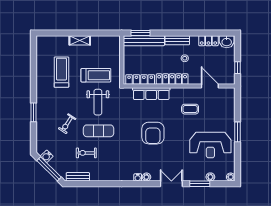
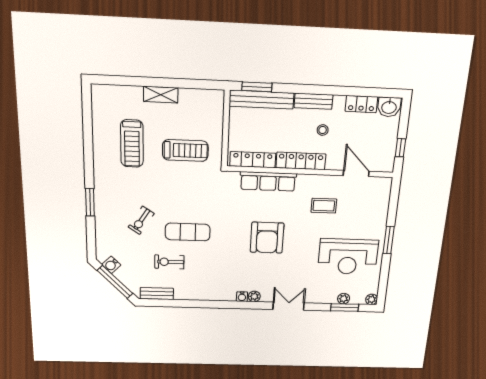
treadmill: (61, 72) -> (132, 144), turned 180
weight bench: (98, 102) -> (188, 191), removed
window: (200, 184) -> (345, 308), moved

